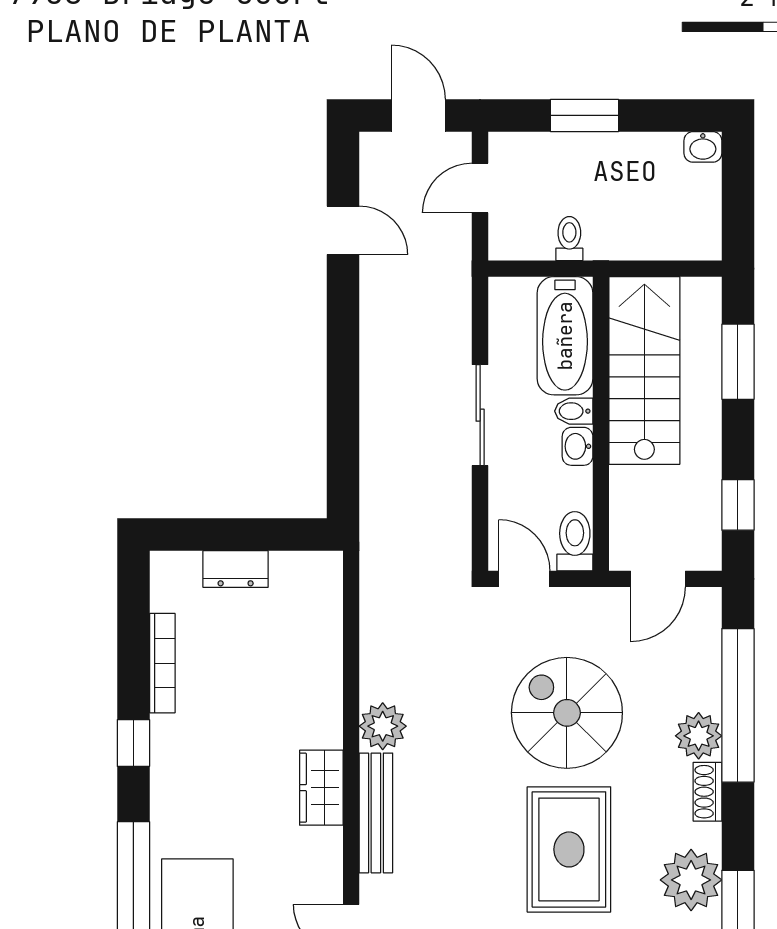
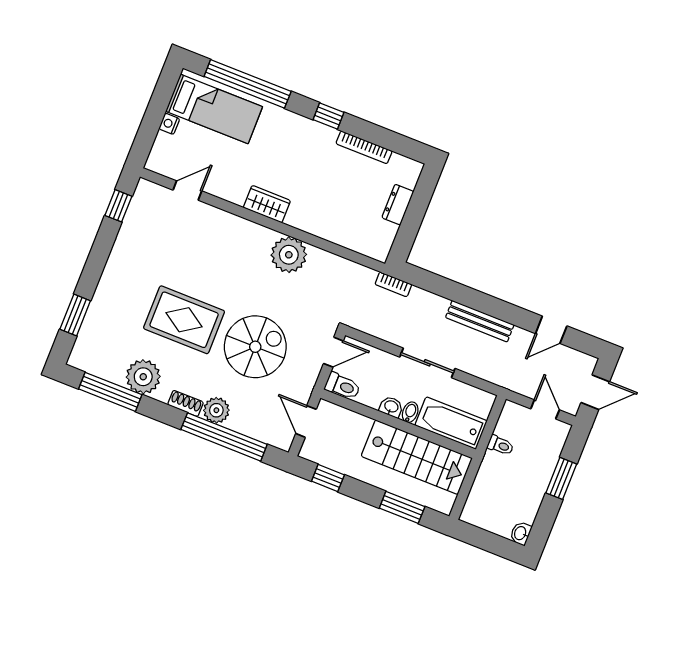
bookcase: (372, 524) -> (393, 284), added
plant: (383, 726) -> (289, 255), width x1.36, depth x1.36
bench: (376, 813) -> (480, 321), moved

